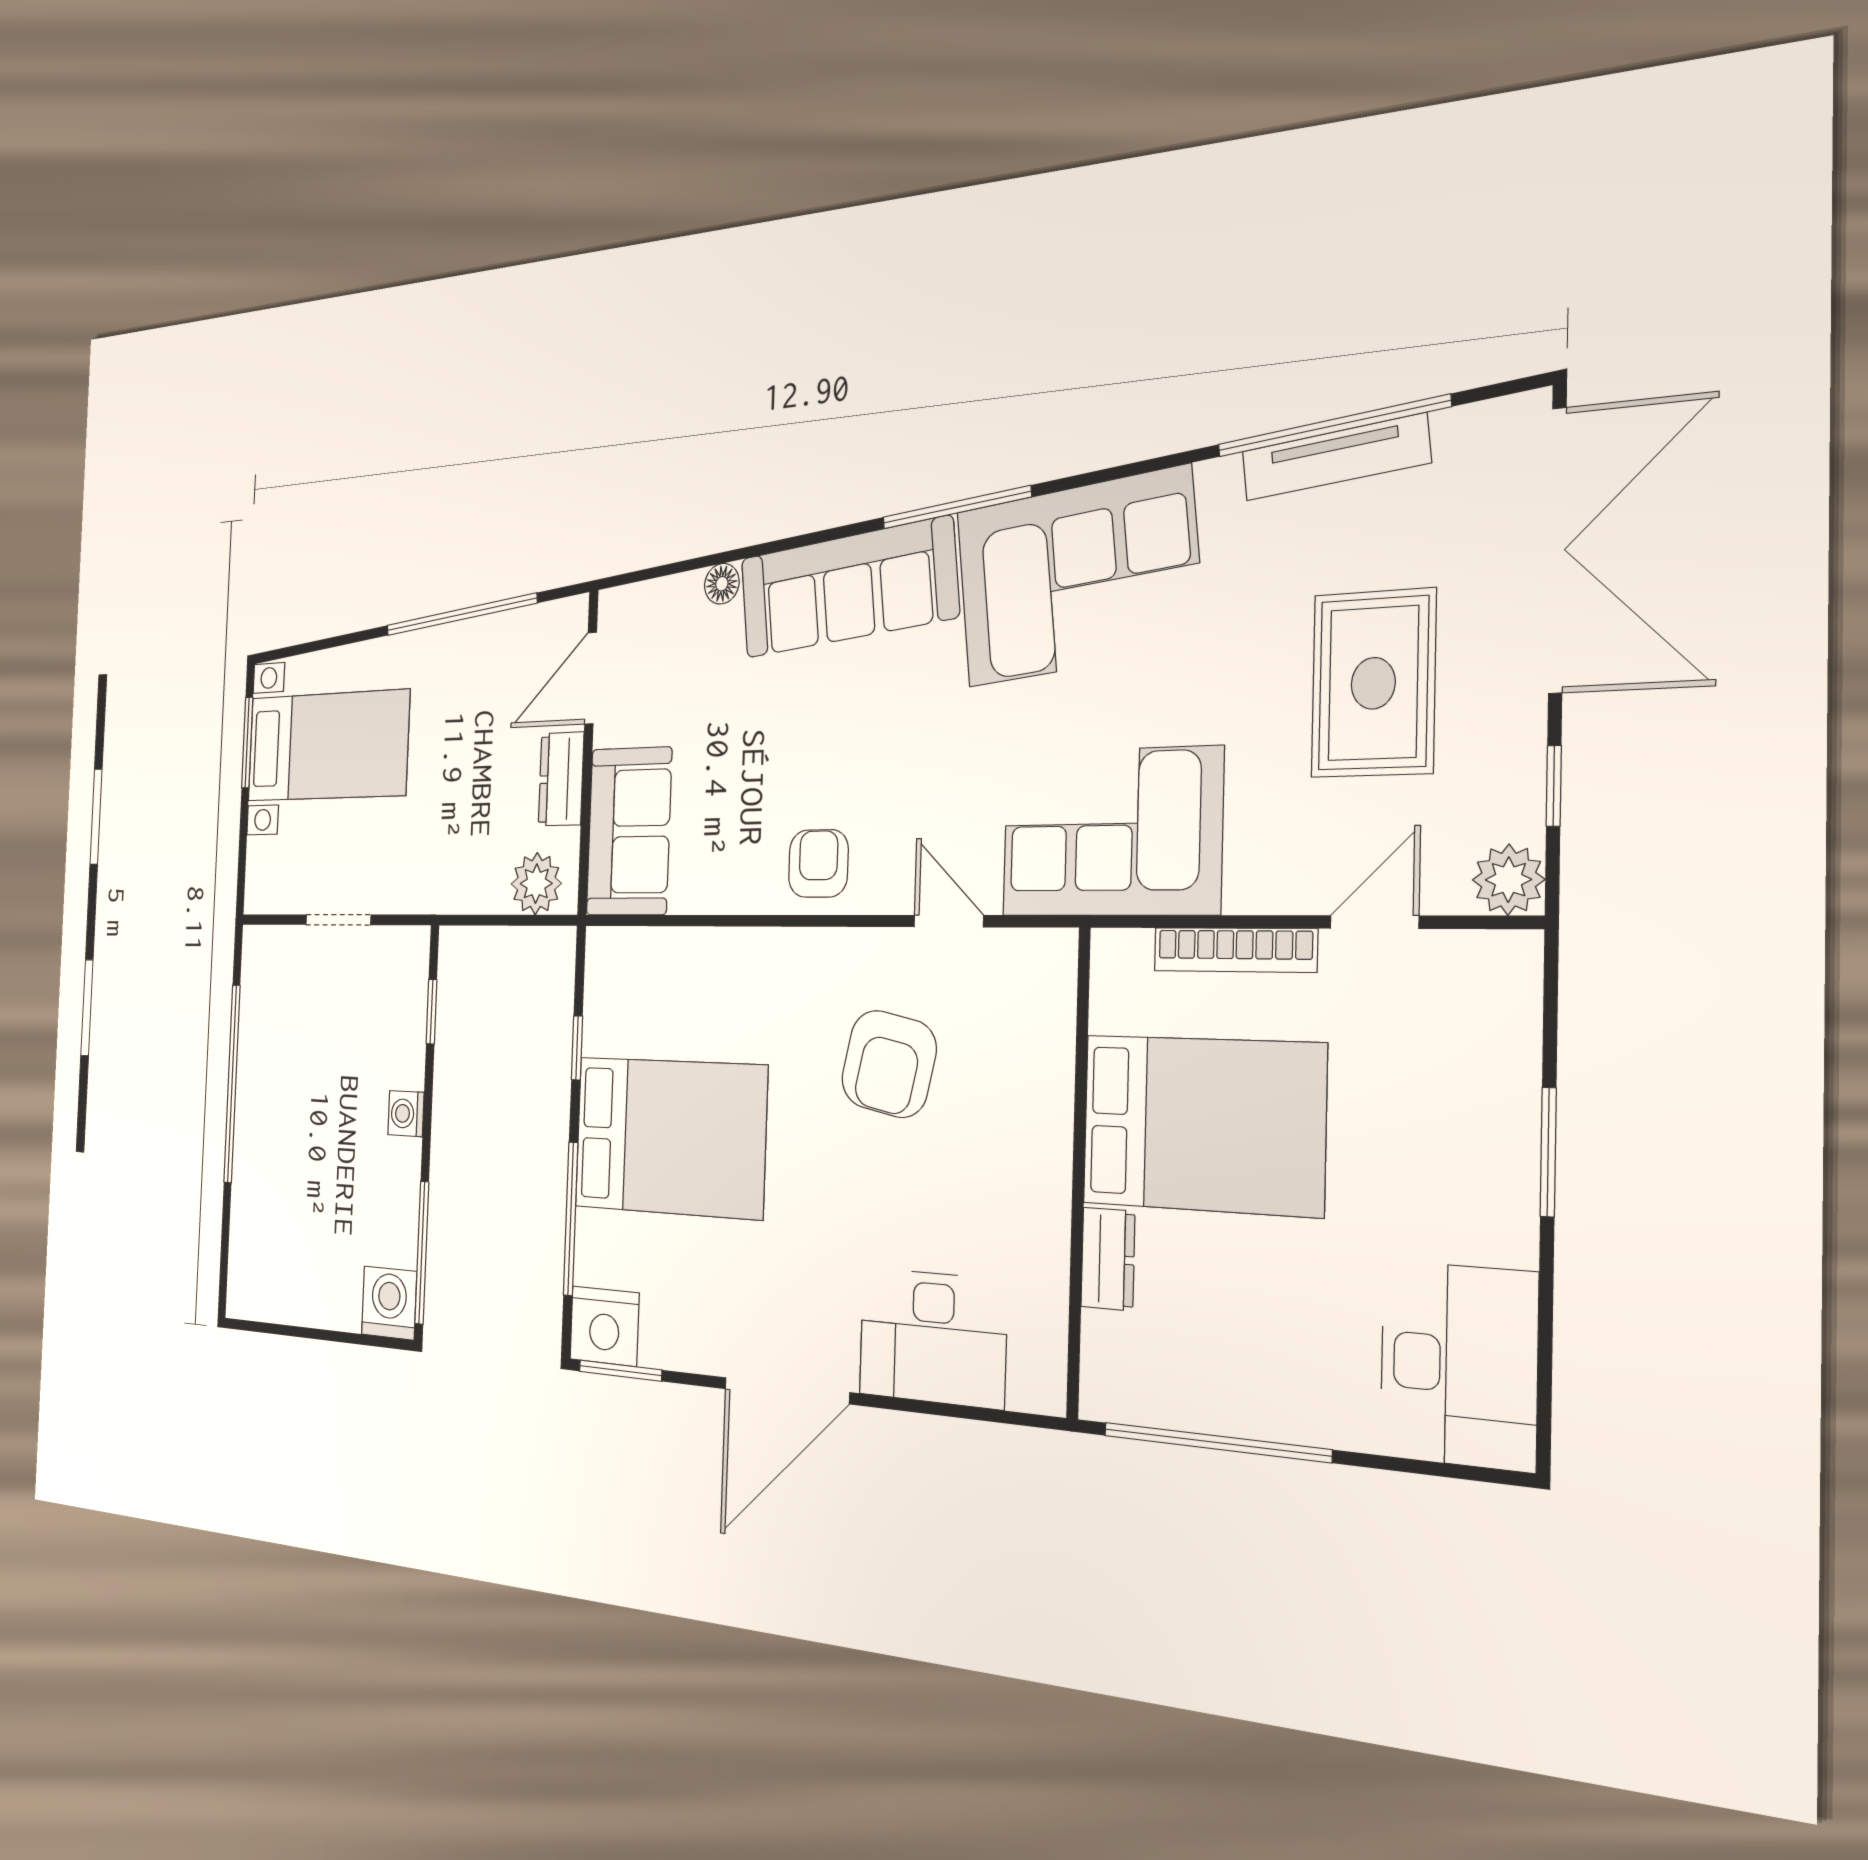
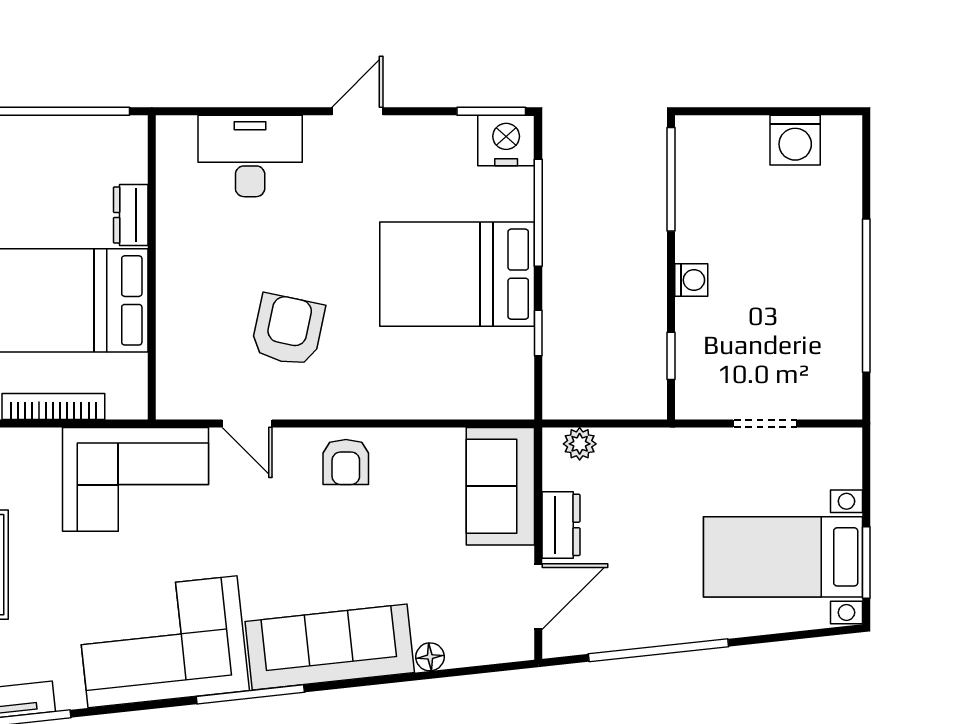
plant: (536, 884) -> (580, 444), width x0.73, depth x0.73
washing machine: (389, 1303) -> (795, 140), moved
door: (787, 1391) -> (357, 111), width x0.53

